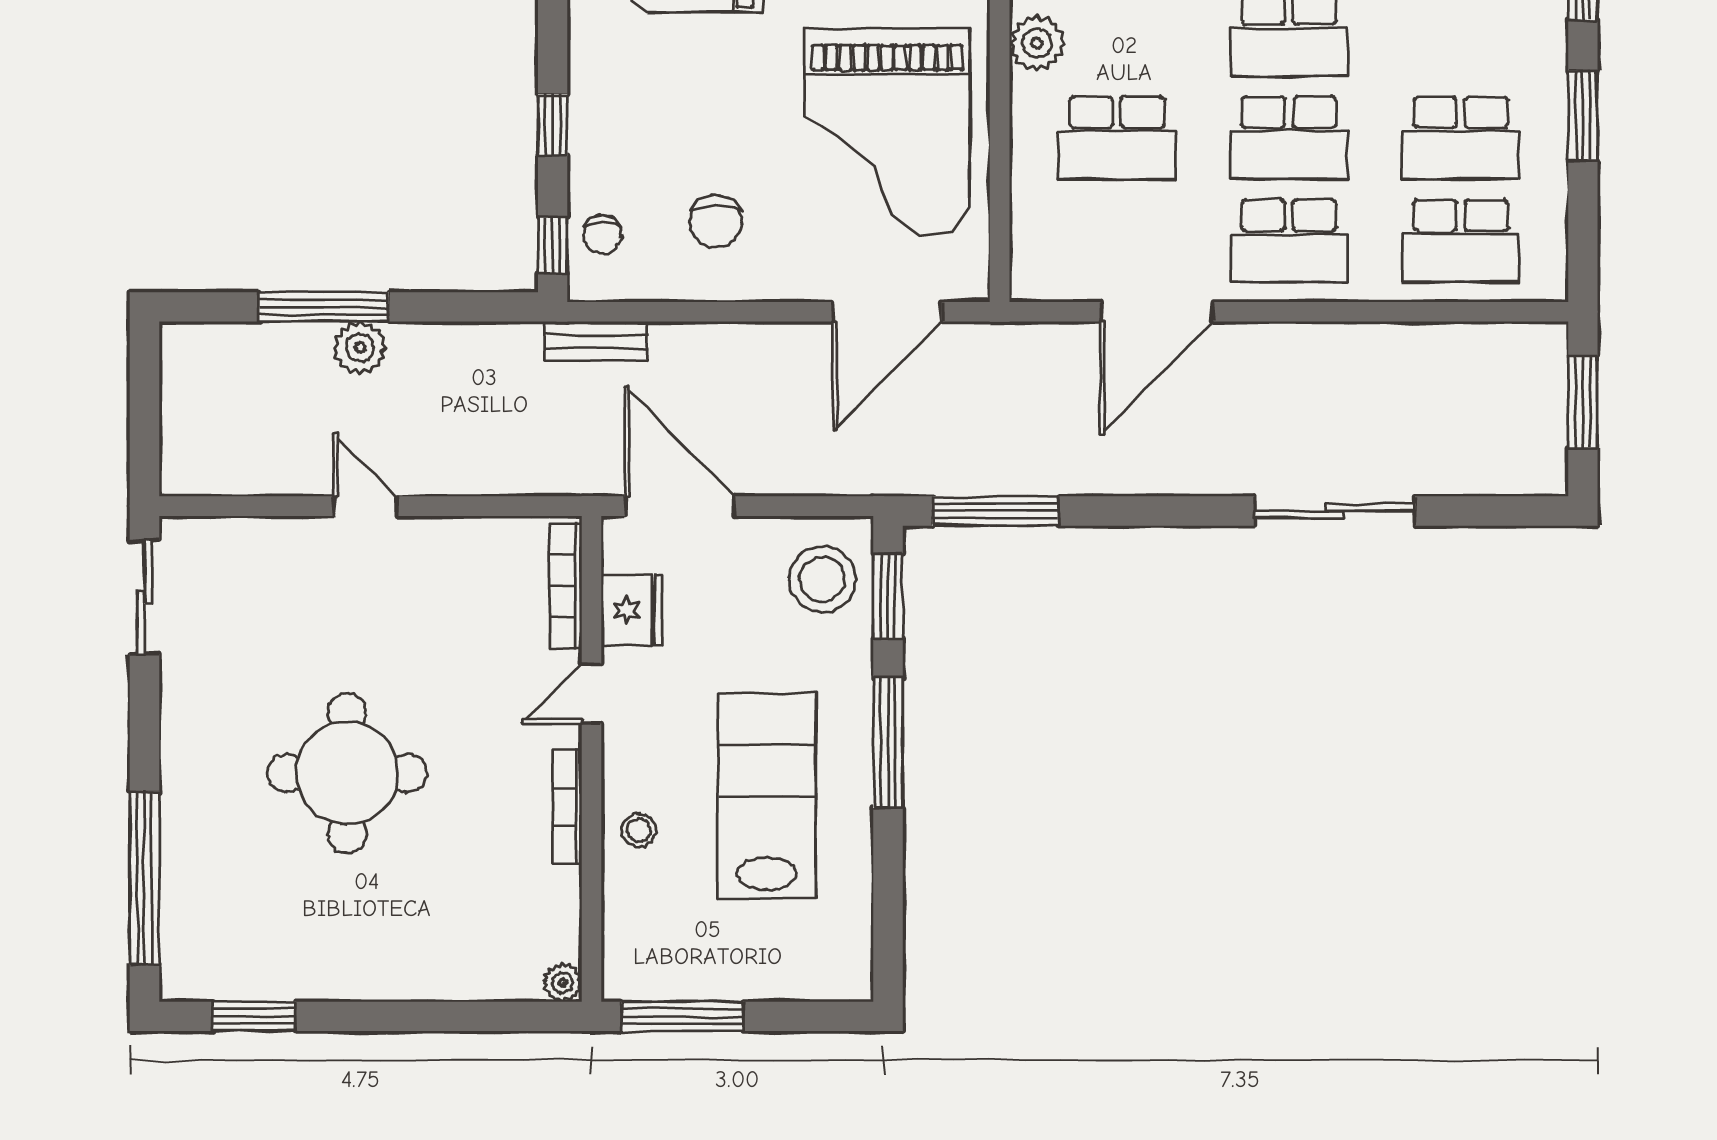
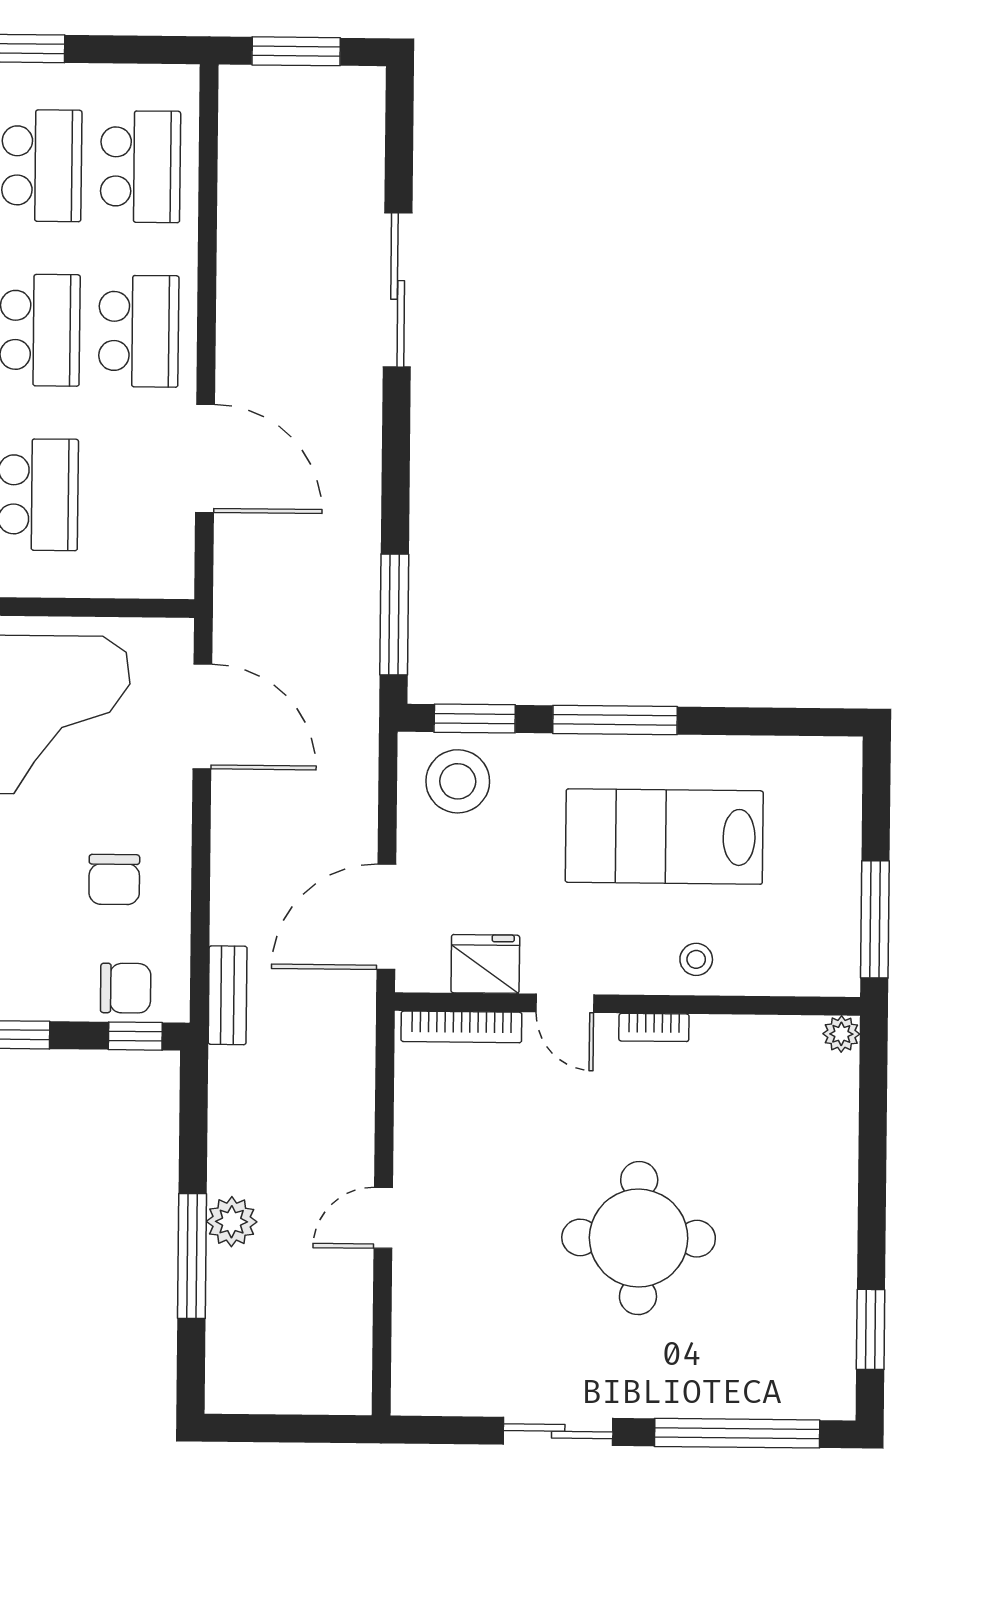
chair: (716, 221) -> (114, 880), turned 90
chair: (603, 235) -> (126, 988), width x1.37, depth x1.37
sliding door: (144, 597) -> (558, 1431), moved
bookcase: (567, 807) -> (654, 1027), width x0.64

